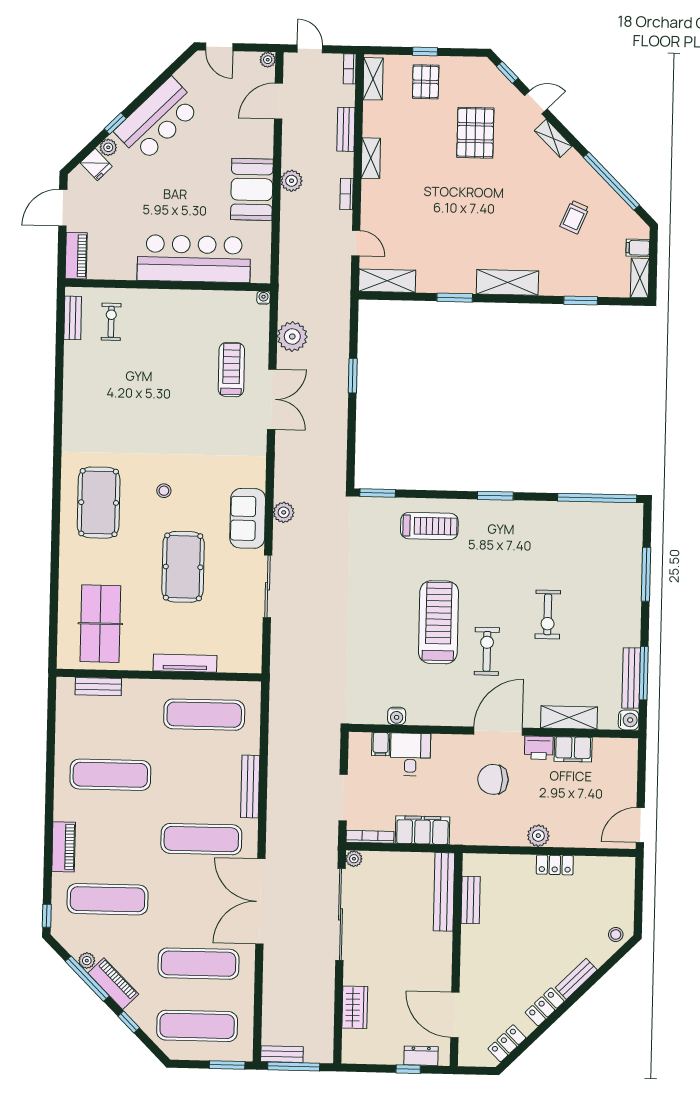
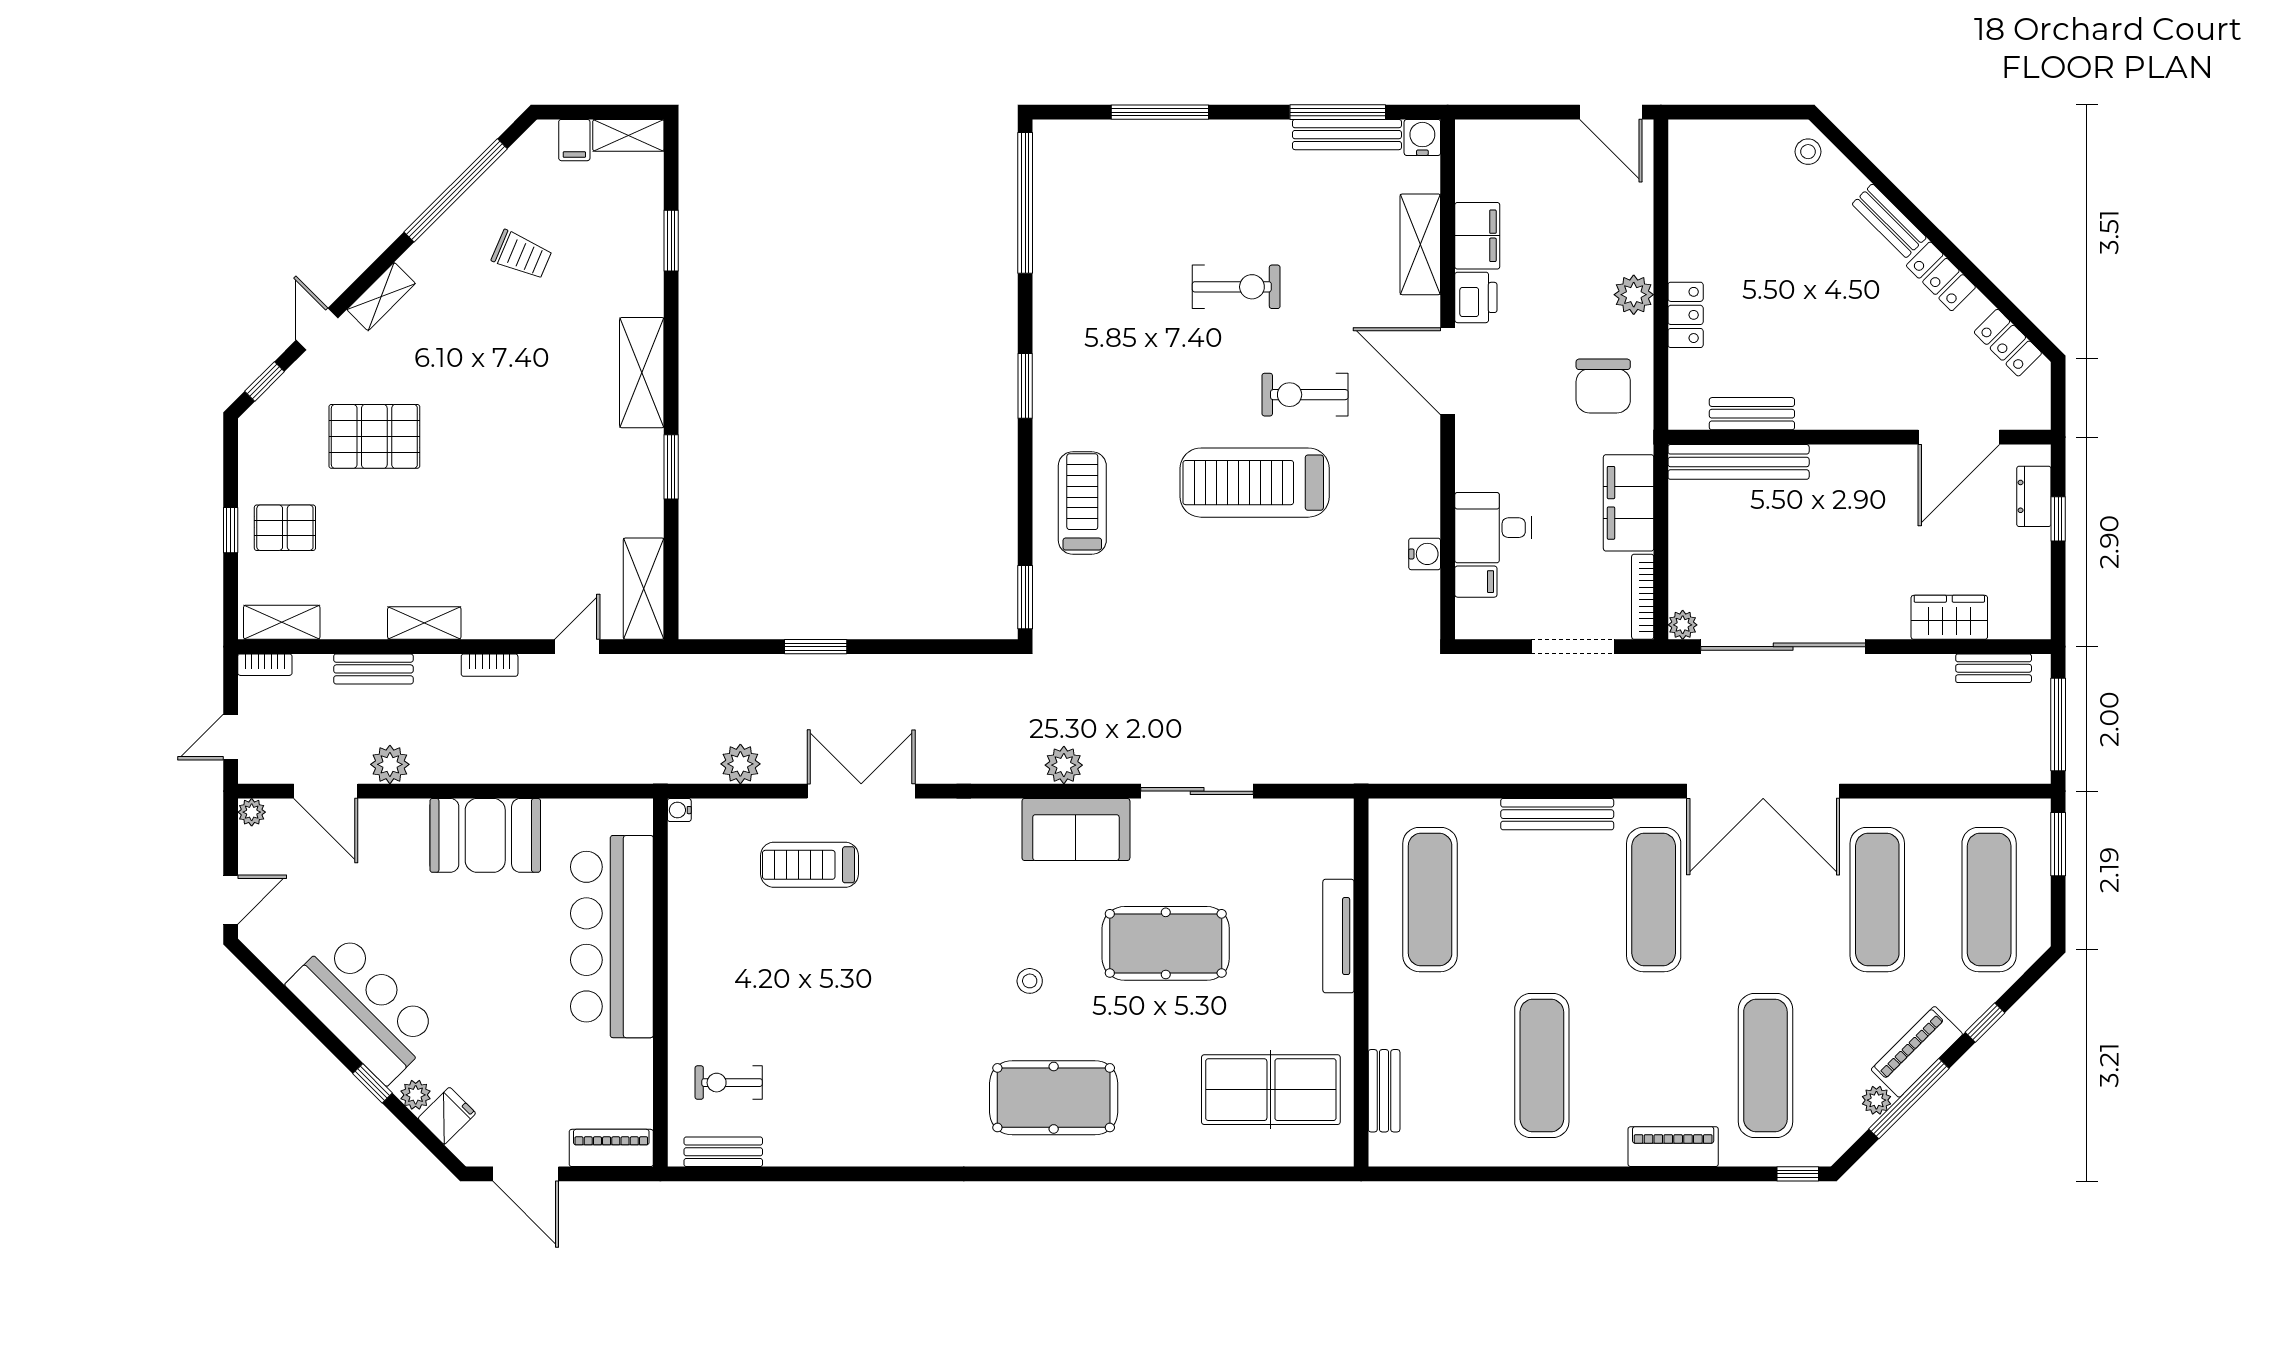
plant: (292, 181) -> (390, 764), moved
plant: (292, 337) -> (740, 764), width x0.73, depth x0.73
chair: (493, 779) -> (1603, 386), moved
locker: (555, 865) -> (1686, 315), moved
bench: (282, 1054) -> (1994, 668), moved, turned 90

